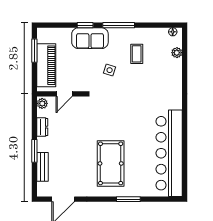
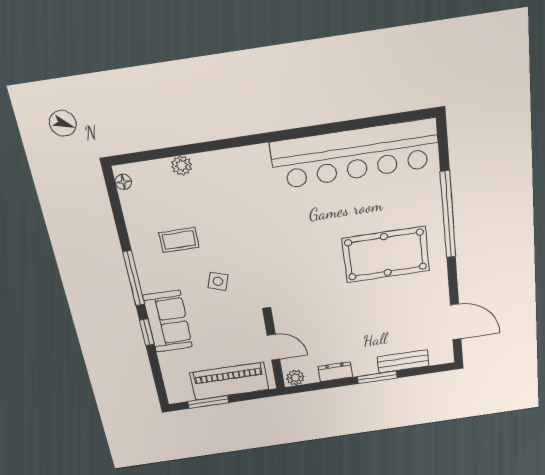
plant: (177, 53) -> (182, 165), moved
window: (128, 199) -> (448, 215), width x2.11

